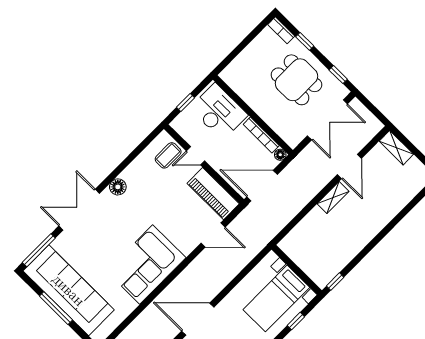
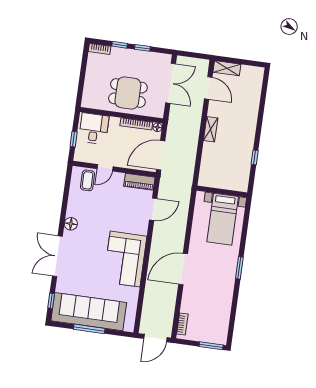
window: (338, 75) -> (142, 48), moved
dining table: (297, 80) -> (128, 93), moved
desk: (219, 112) -> (94, 129), width x0.73
door: (349, 166) -> (208, 88), moved
piano: (213, 194) -> (139, 182), width x0.73, depth x0.75
window: (39, 250) -> (51, 301), width x0.46
window: (335, 282) -> (255, 157), moved
window: (296, 321) -> (245, 224), removed

